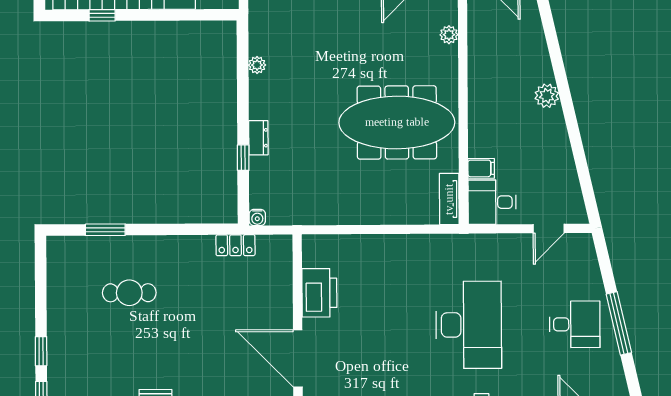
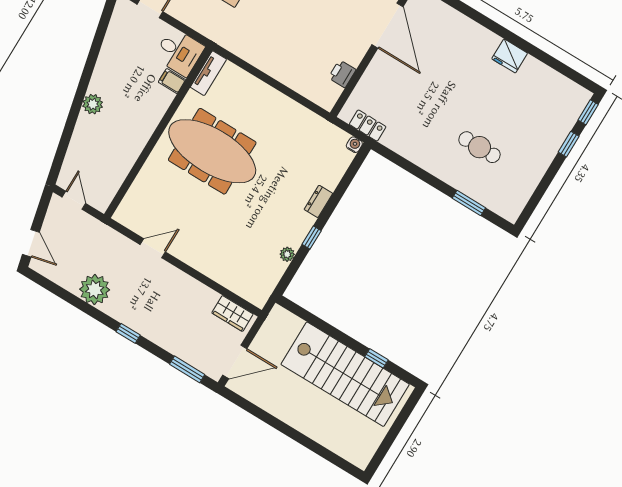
plant: (449, 35) -> (136, 191), removed
window: (243, 158) -> (312, 238), moved
locker: (235, 245) -> (368, 125), moved
printer: (319, 293) -> (342, 74), width x0.53, depth x0.68

